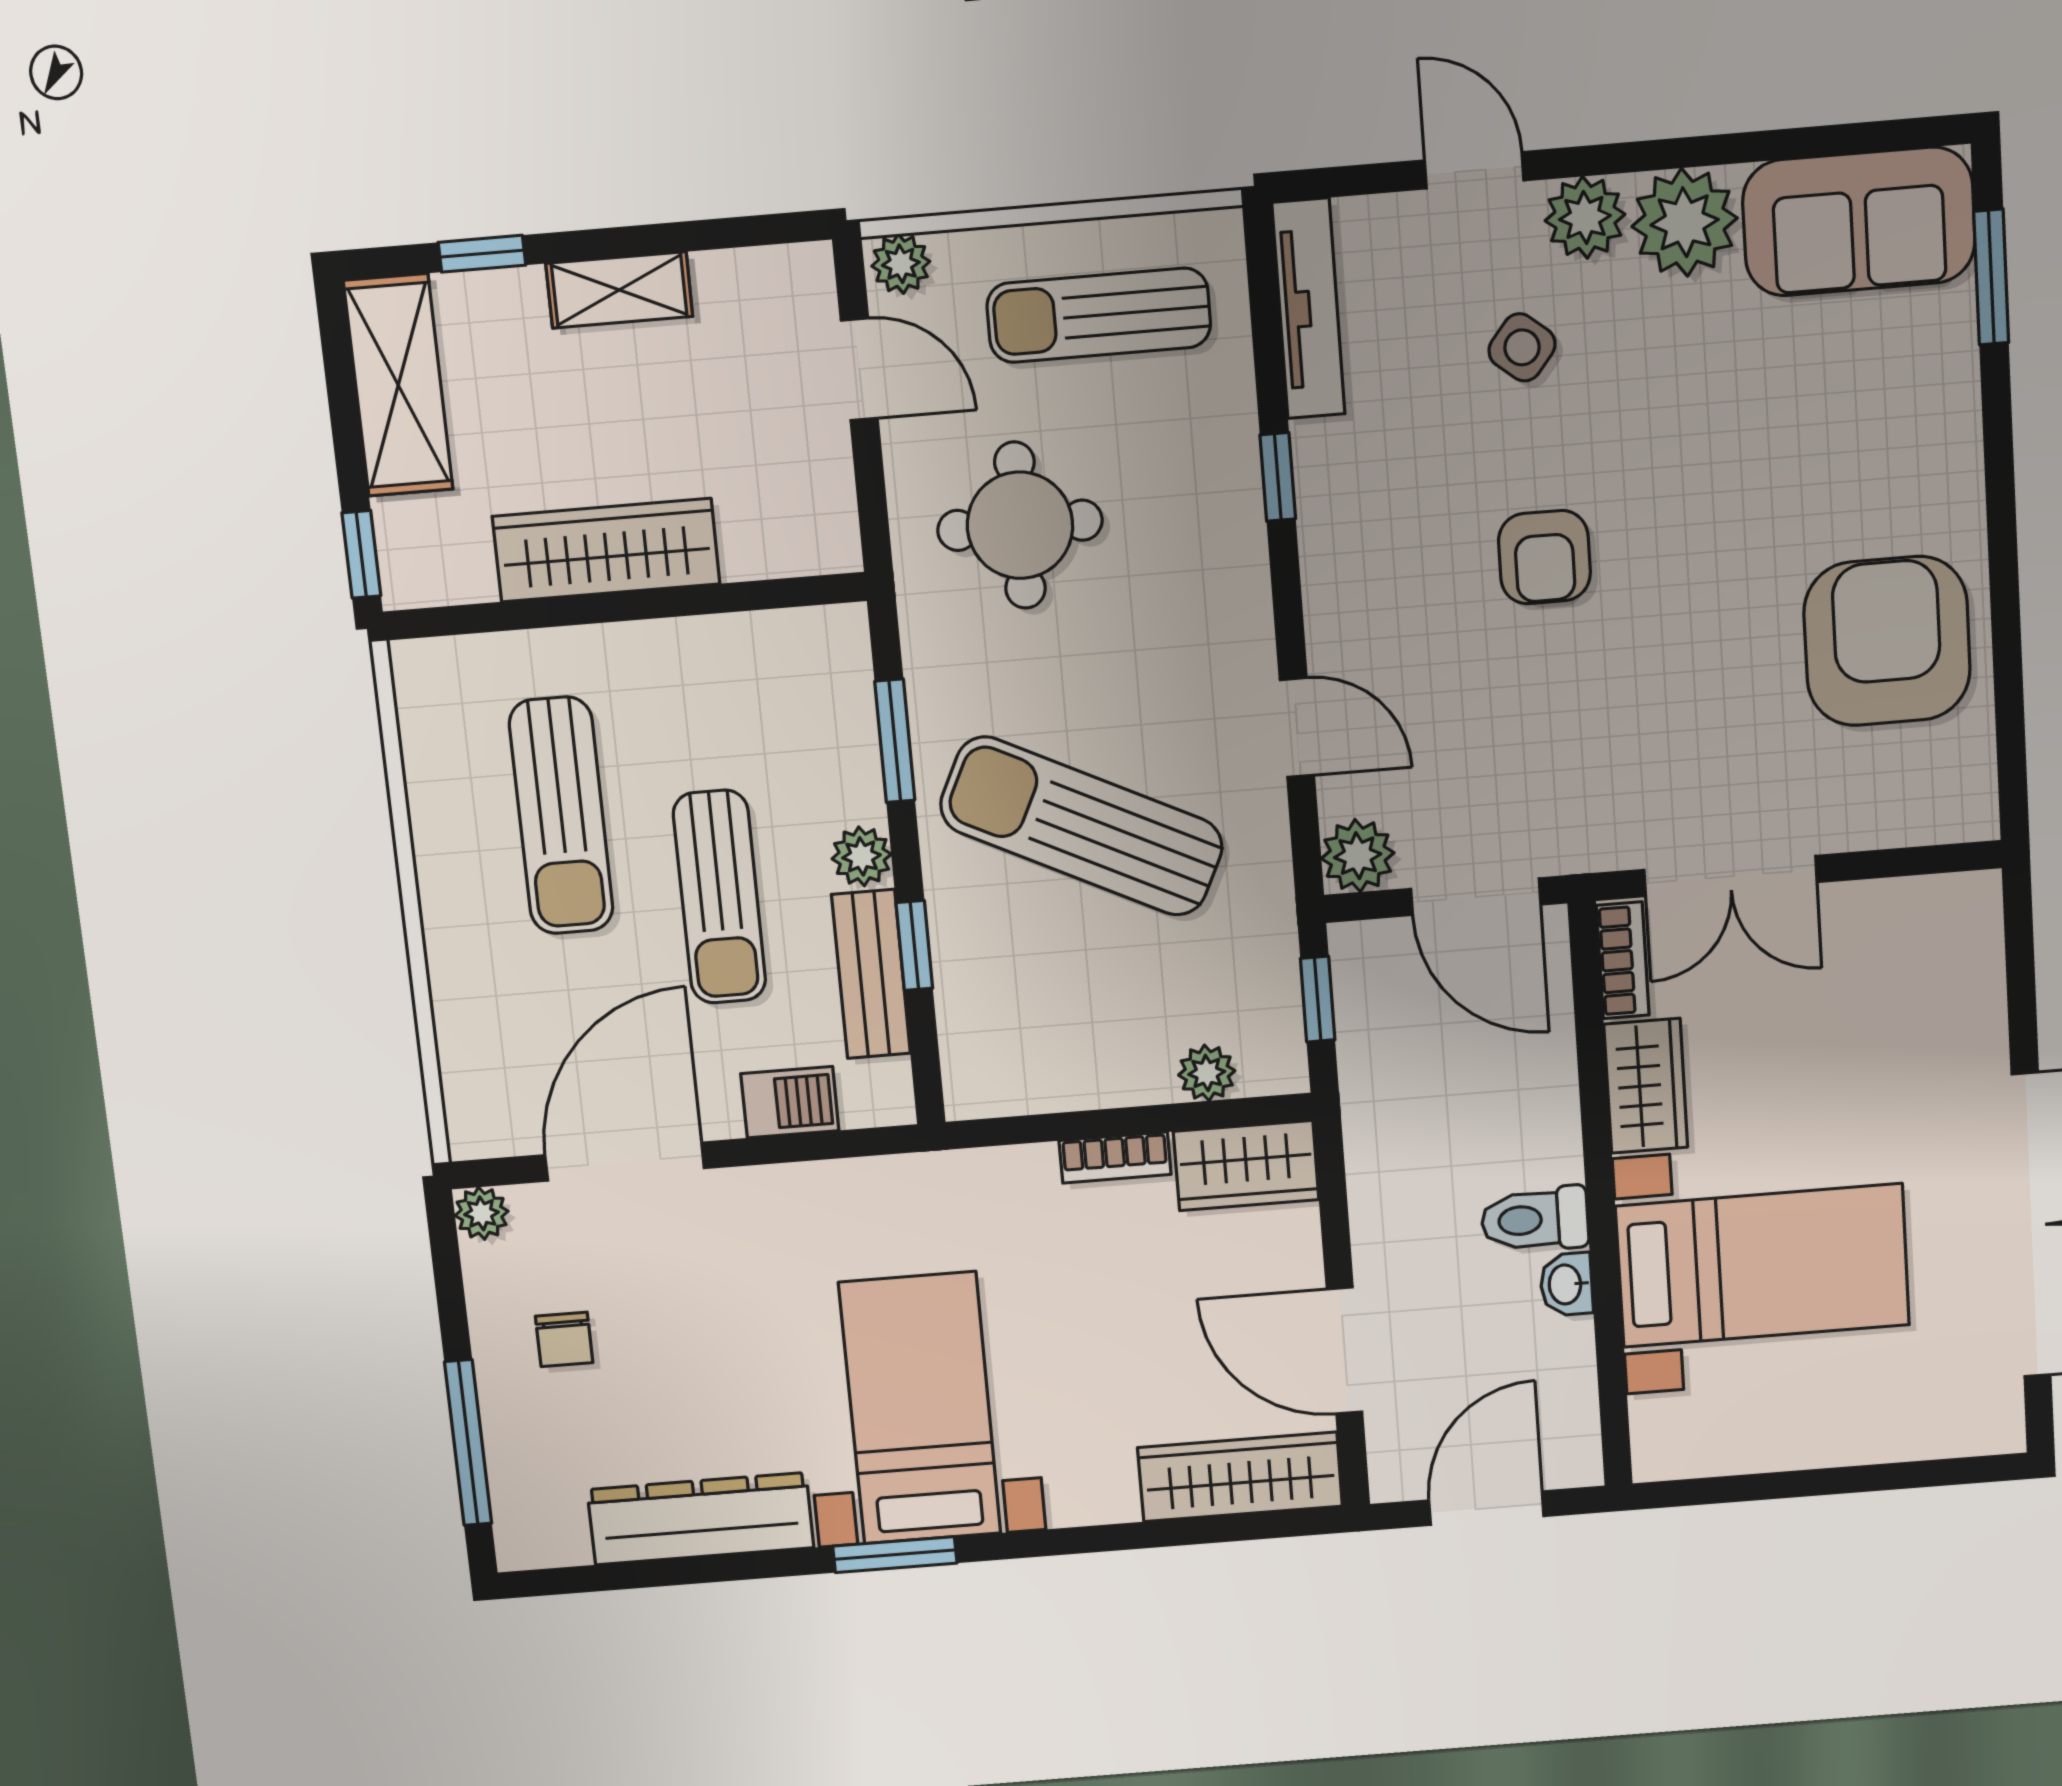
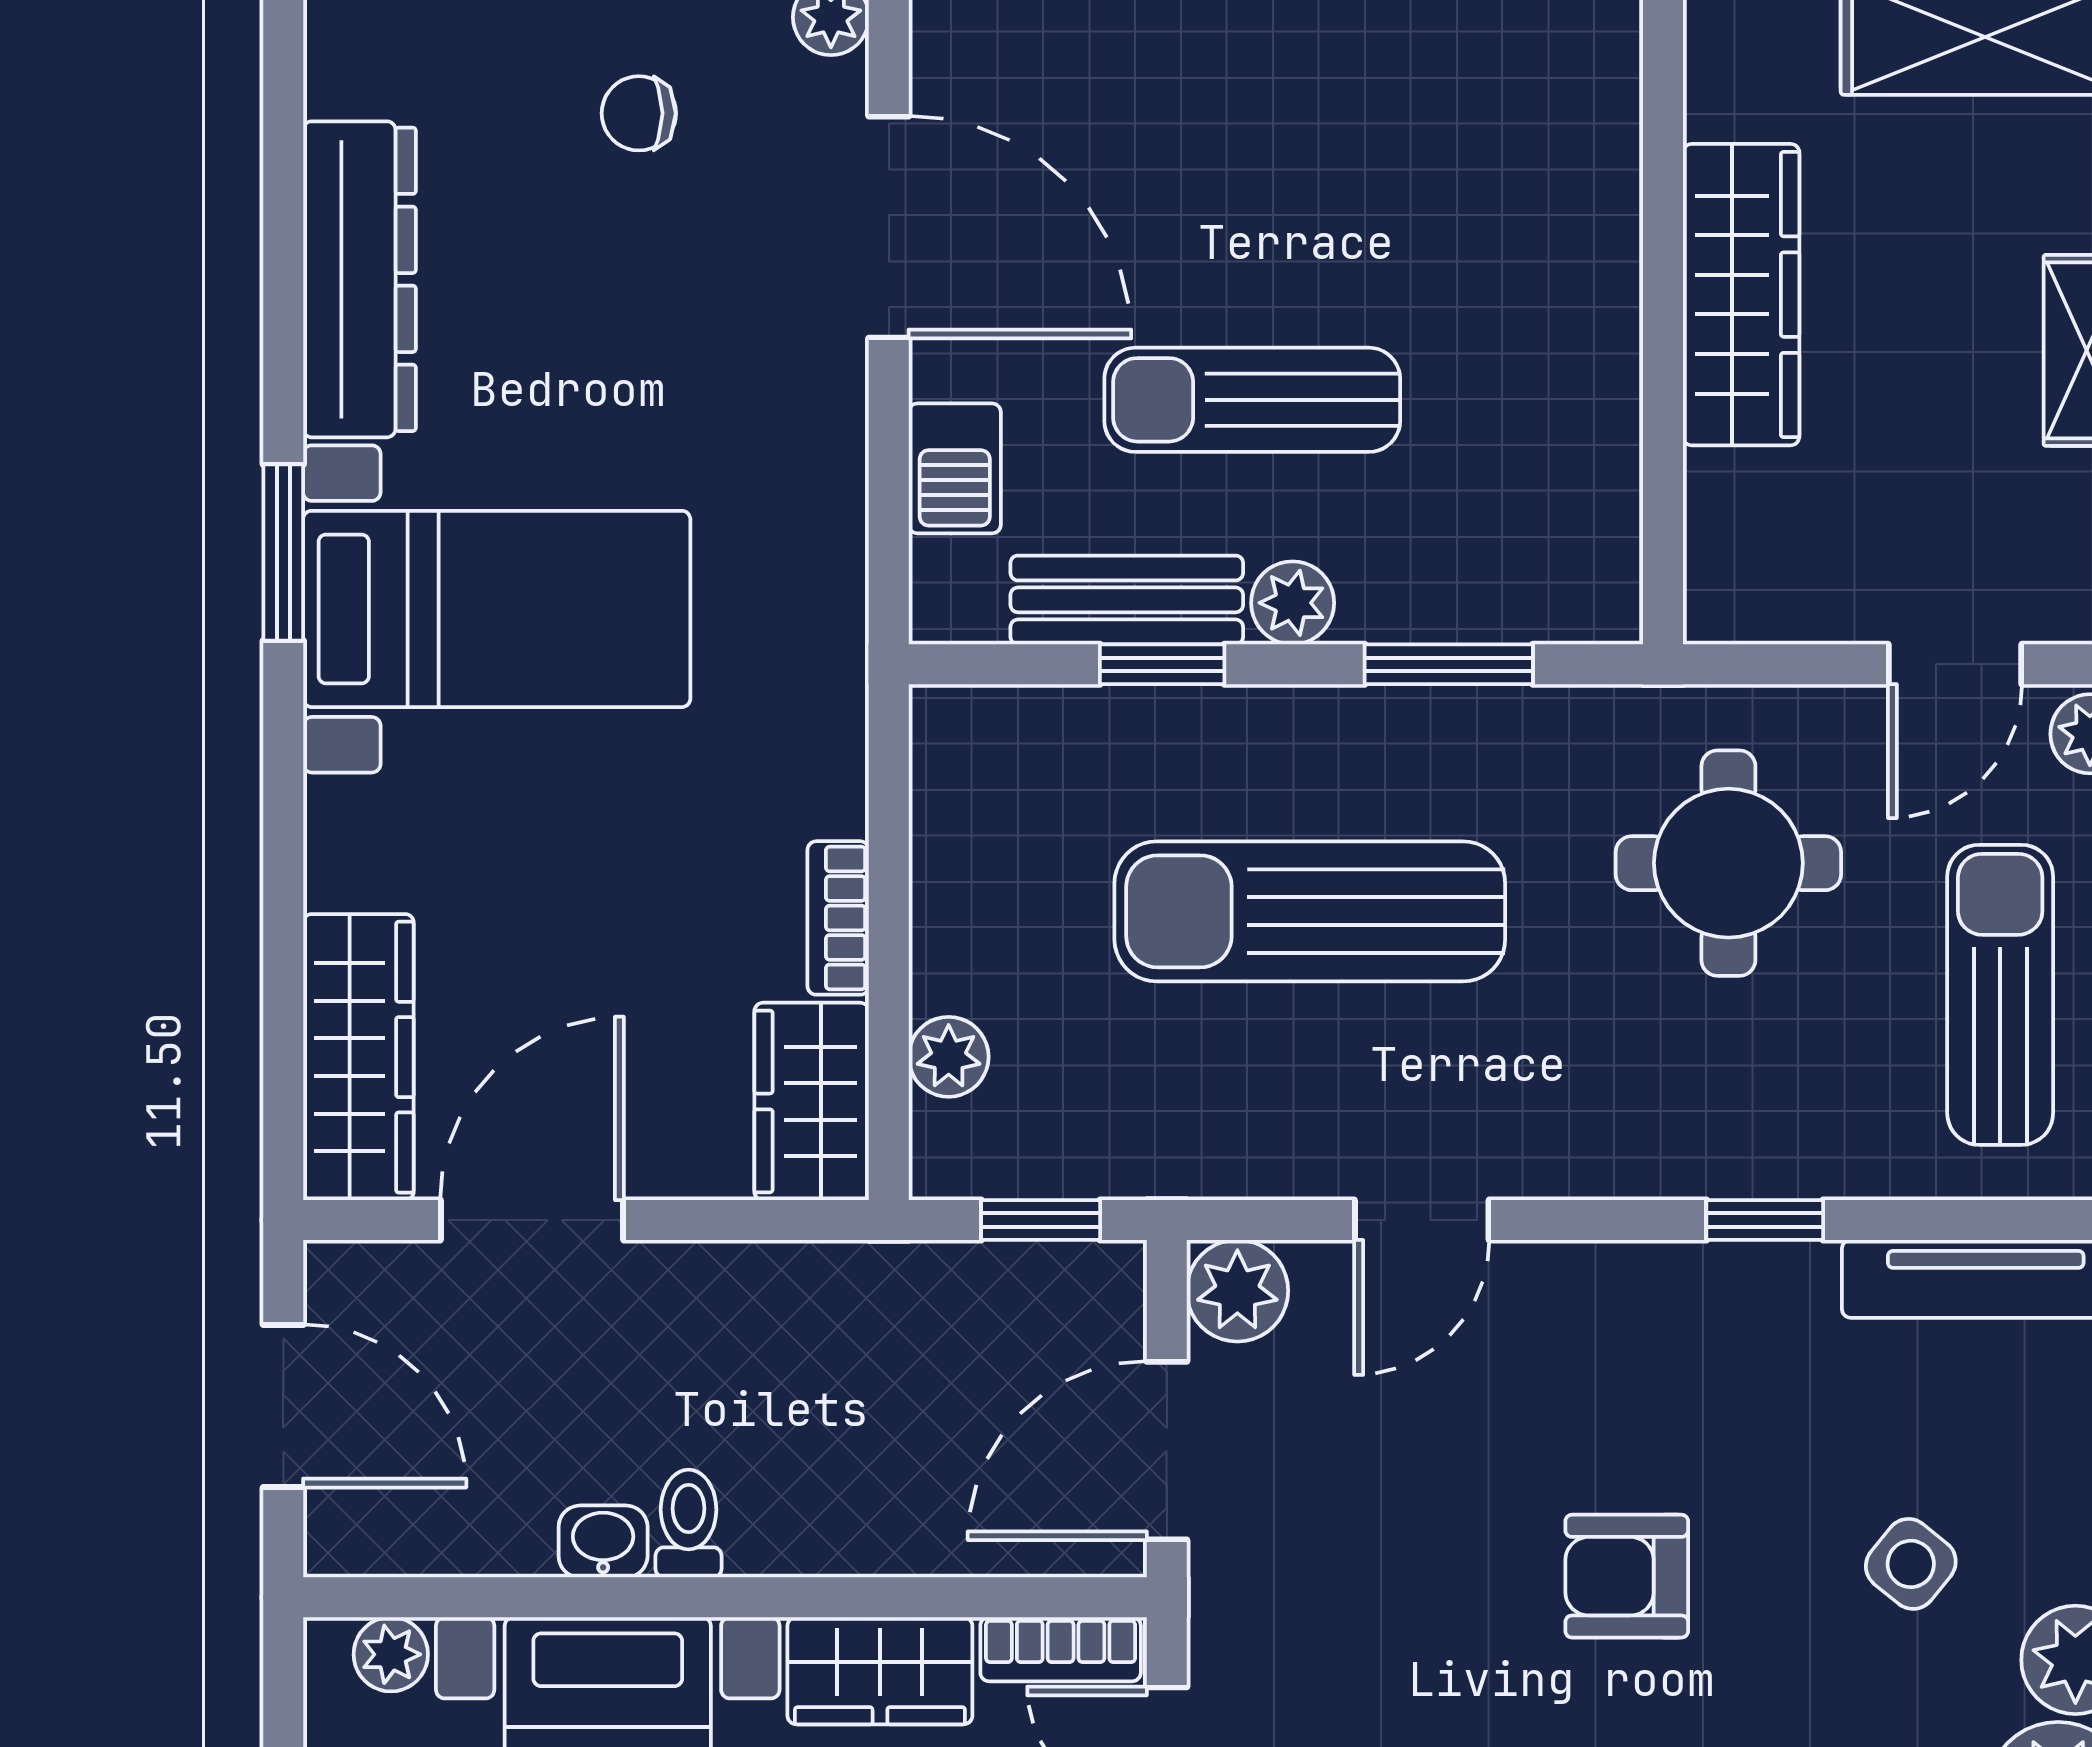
sun lounger: (561, 816) -> (1383, 192), removed
sun lounger: (1081, 826) -> (1310, 911), turned -116
toilet: (1535, 1219) -> (689, 1524), width x0.73, depth x0.72
plant: (1655, 1422) -> (391, 1654), added

